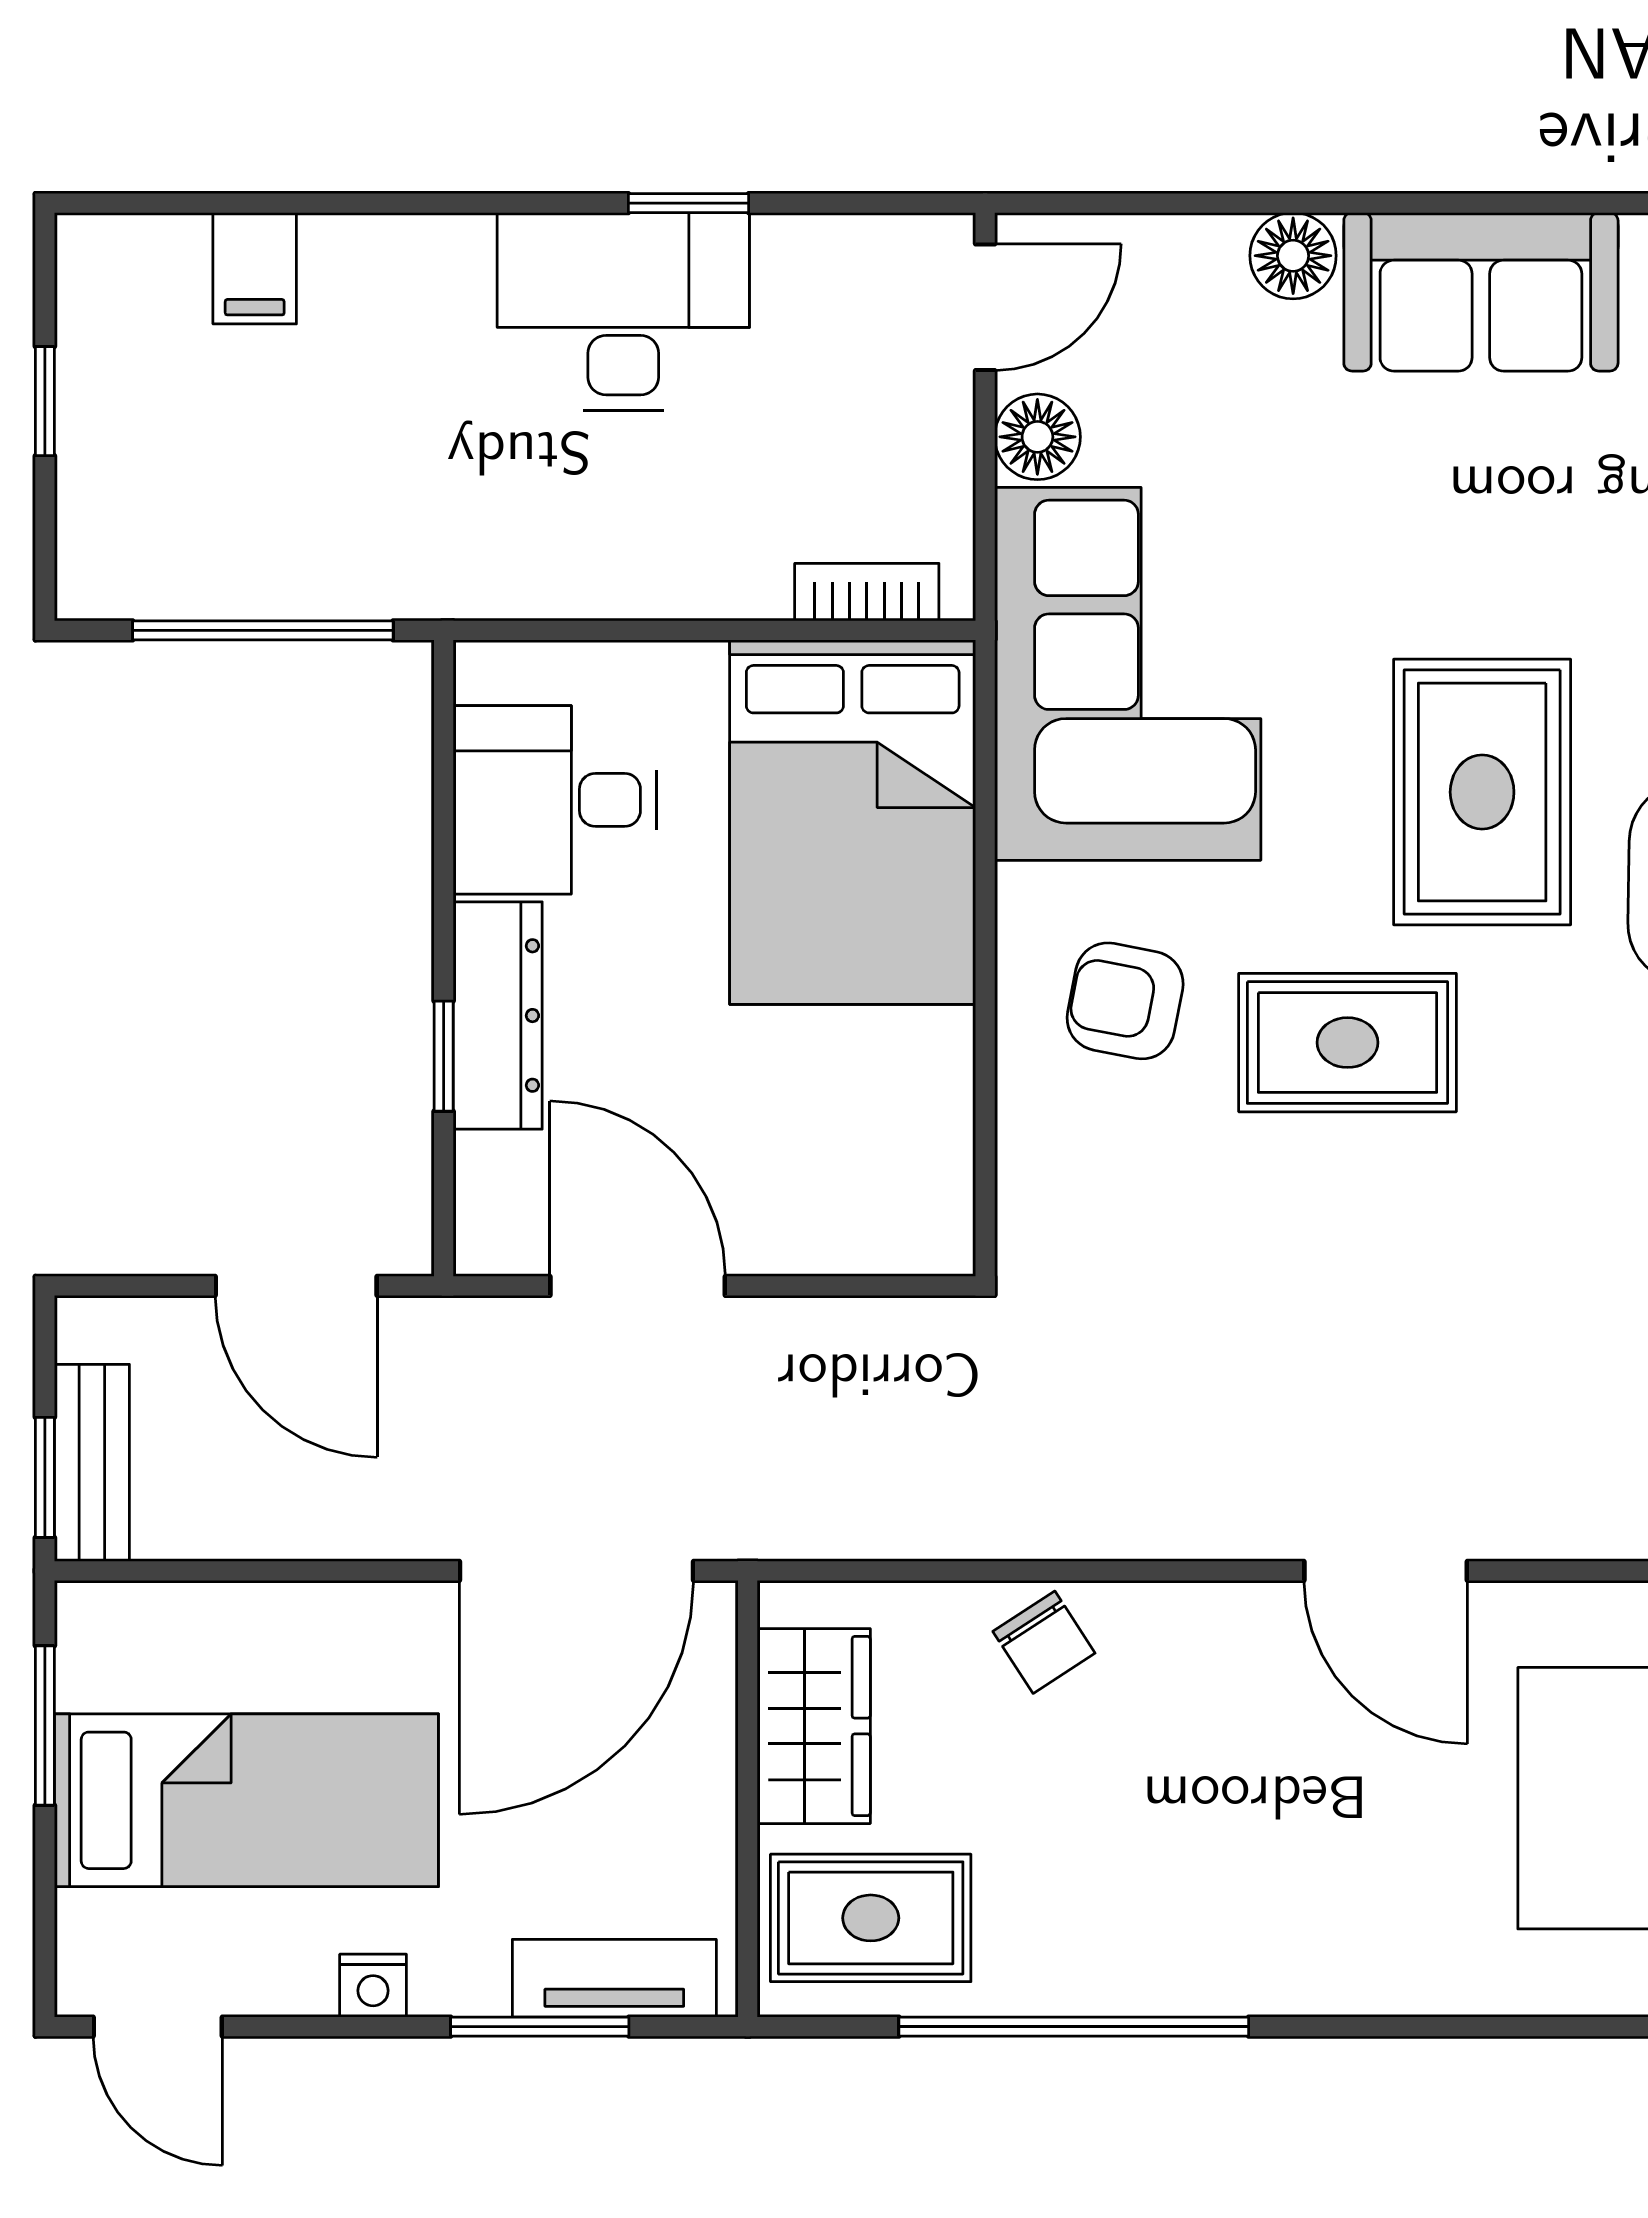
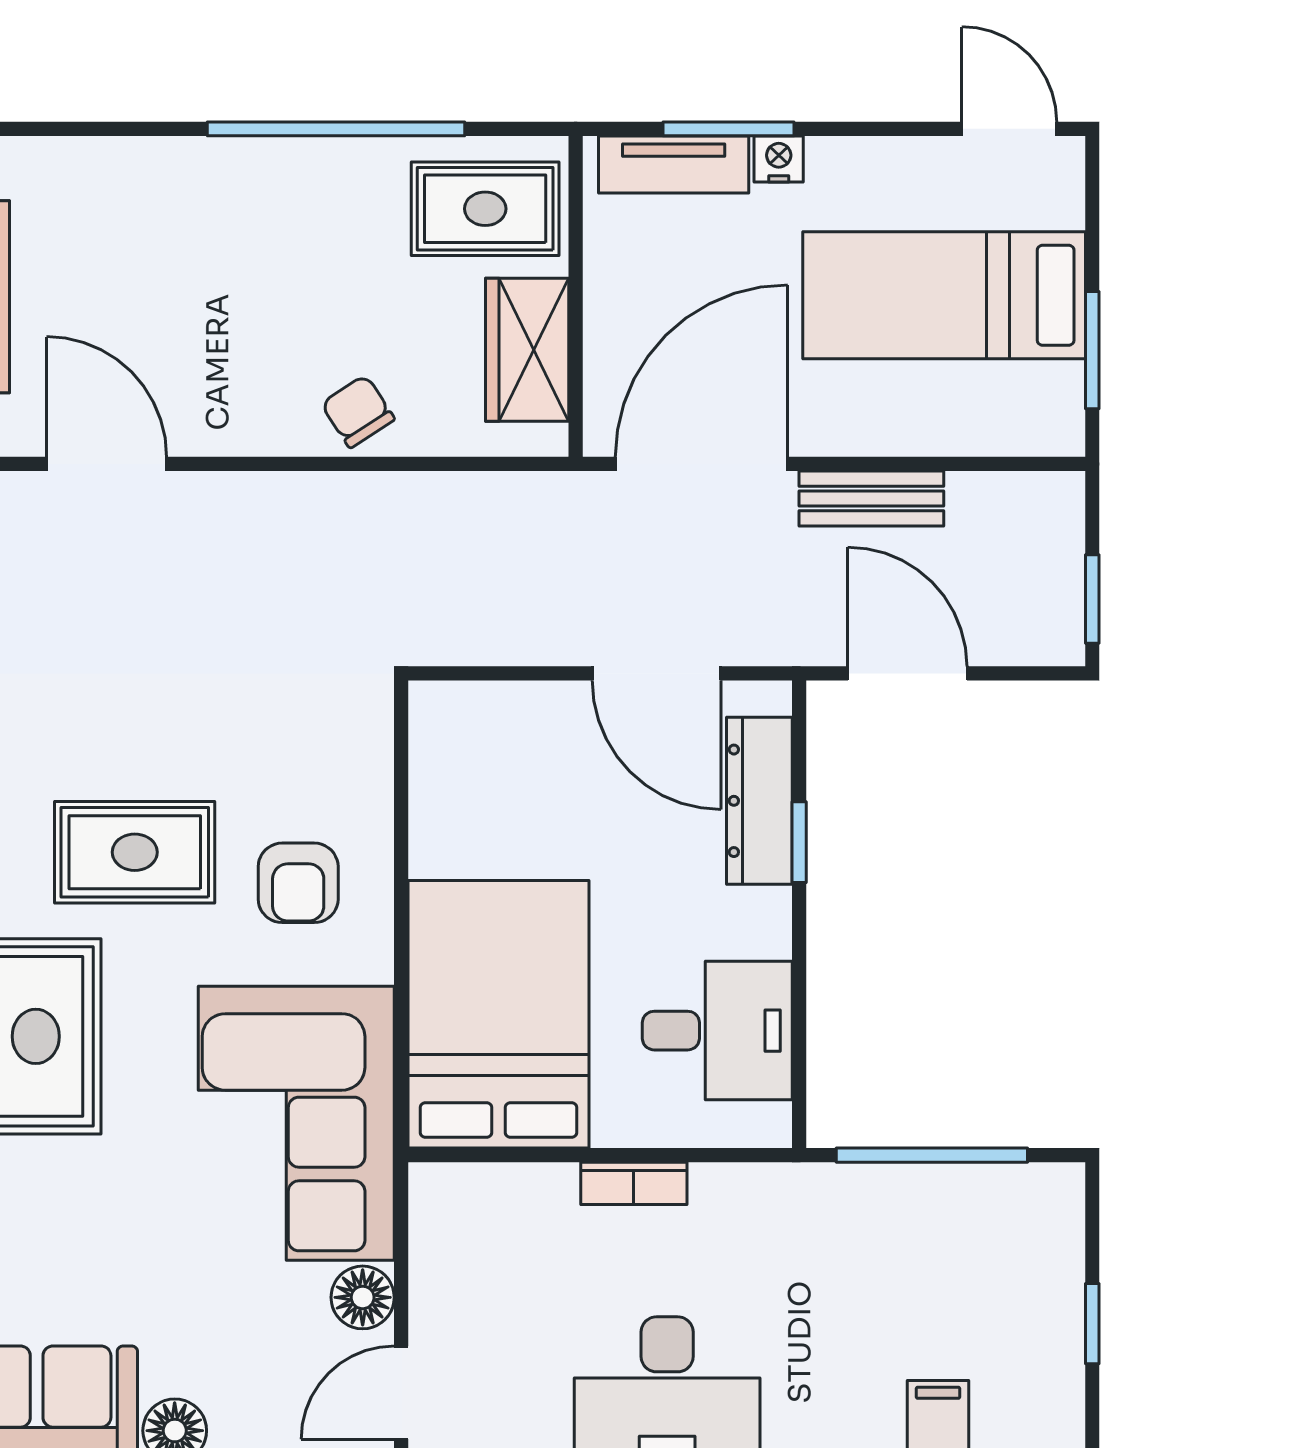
bookcase: (867, 592) -> (634, 1183), moved
armchair: (1125, 1001) -> (298, 883), turned 79
dresser: (498, 1016) -> (759, 801), moved
bench: (92, 1463) -> (871, 498), moved, turned 90
window: (45, 1477) -> (1092, 599), moved
nightstand: (373, 1986) -> (779, 159), moved

